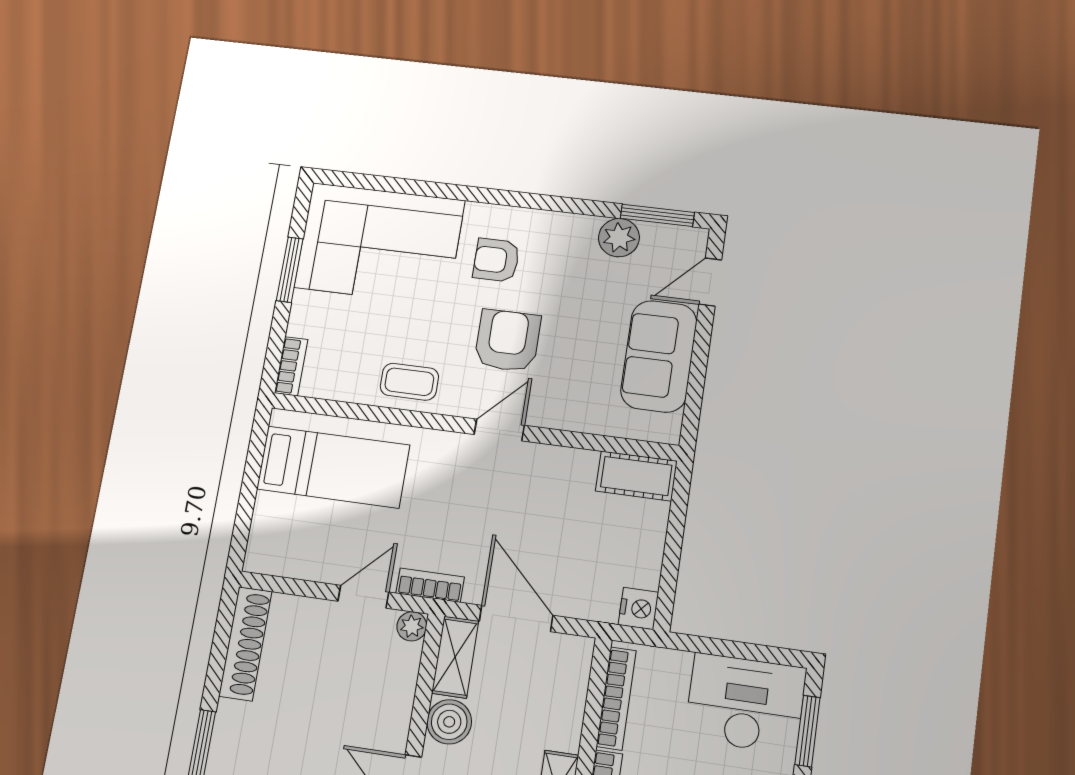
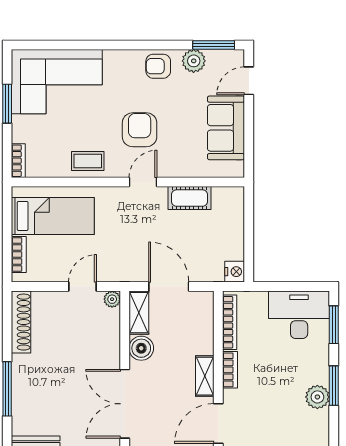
armchair: (496, 260) -> (158, 66), moved
cot: (636, 476) -> (190, 198), moved
bookcase: (430, 585) -> (19, 254), moved, turned 90

